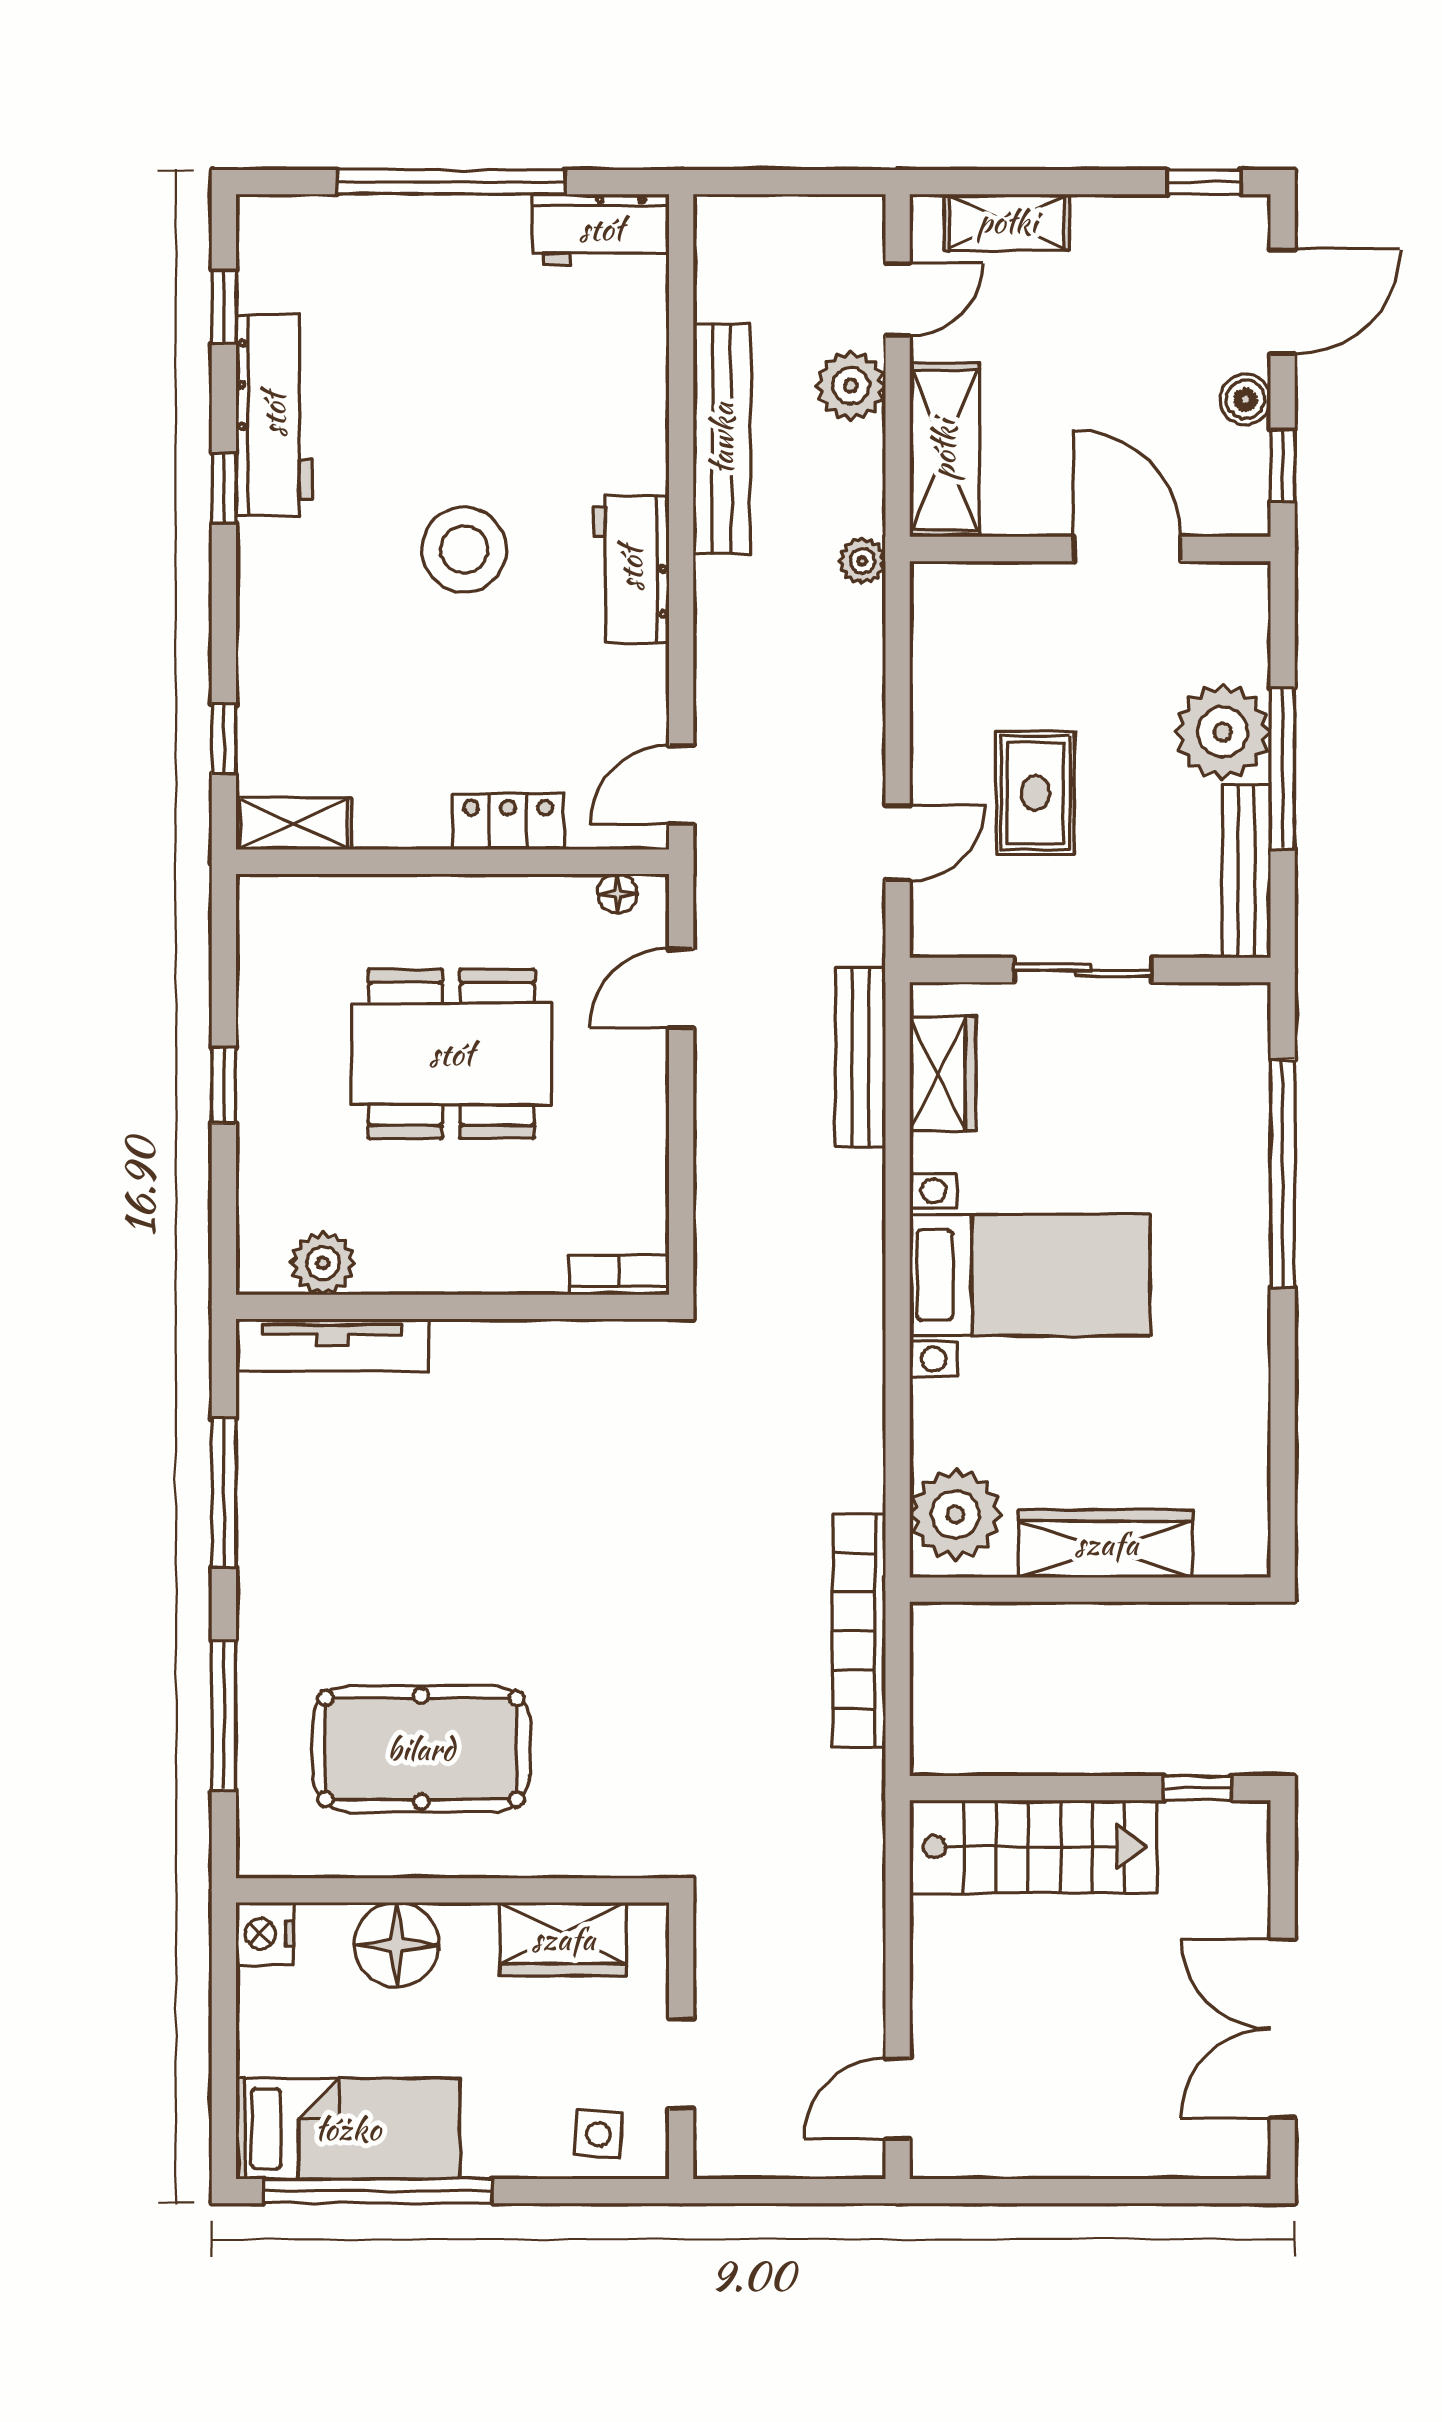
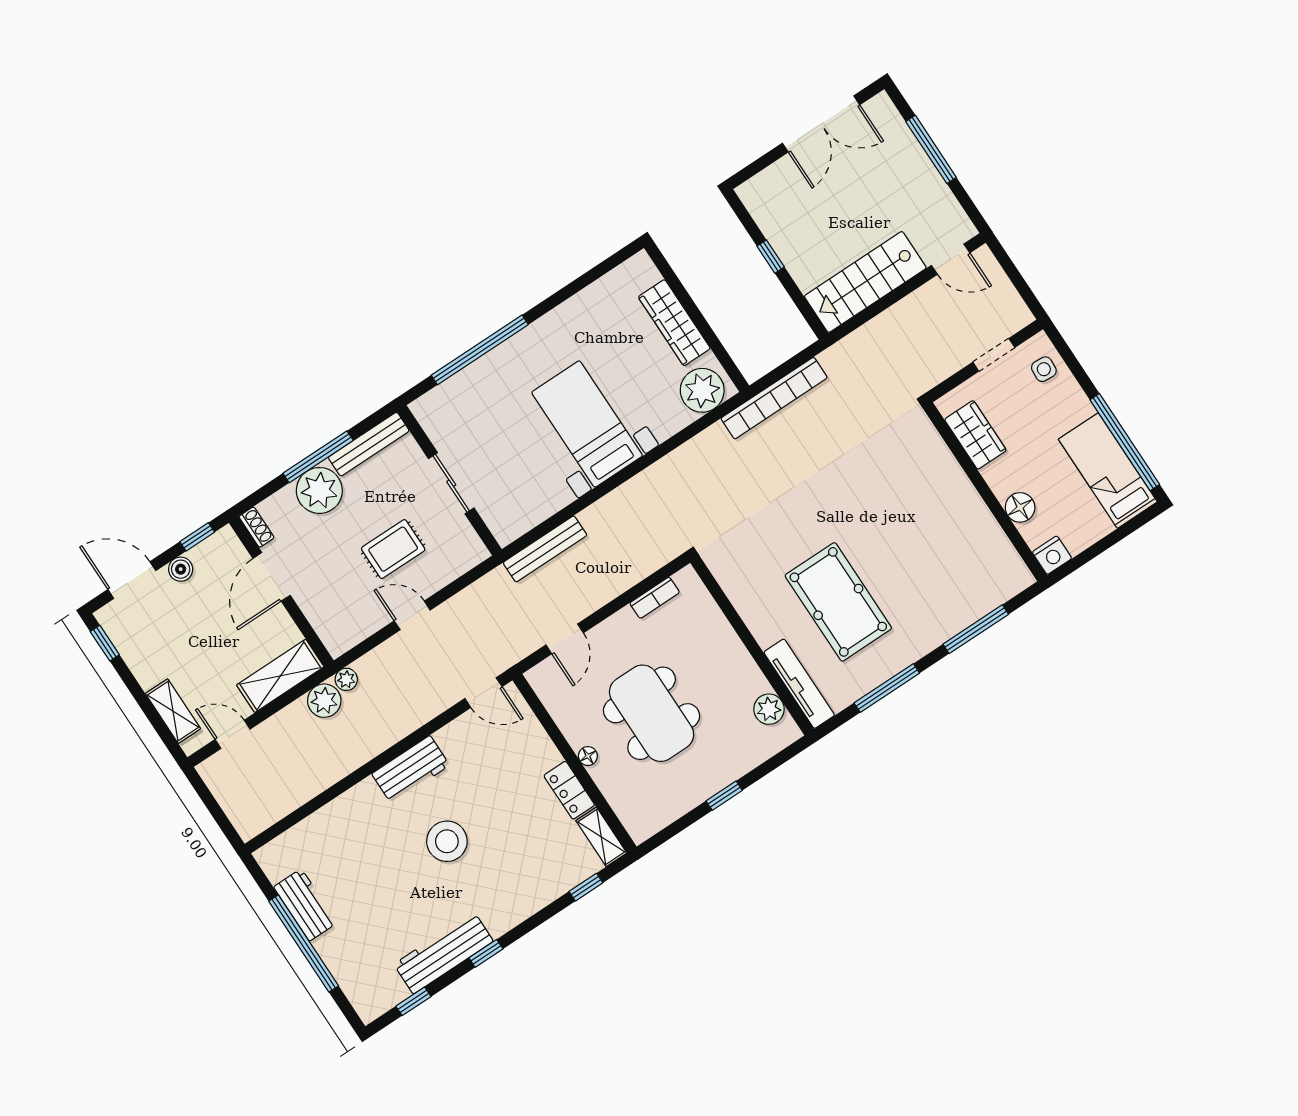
workbench: (601, 229) -> (305, 905), moved
plant: (851, 386) -> (324, 701), moved
bench: (722, 439) -> (335, 768), removed
shoe rack: (1231, 580) -> (257, 527), added
locker: (508, 822) -> (569, 790), moved
door: (898, 843) -> (412, 615), moved
floor lamp: (617, 894) -> (588, 756), moved
door: (681, 988) -> (565, 639), hinge flipped
wardrobe: (943, 1074) -> (530, 512), removed
bookcase: (619, 1275) -> (655, 598), moved, turned -90
pool table: (421, 1749) -> (838, 602), moved
window: (1198, 1788) -> (771, 257), moved
stairs: (1033, 1847) -> (865, 282), moved, turned -90
floor lamp: (396, 1945) -> (1020, 507), width x0.73, depth x0.73
window: (1111, 2191) -> (931, 149), added

